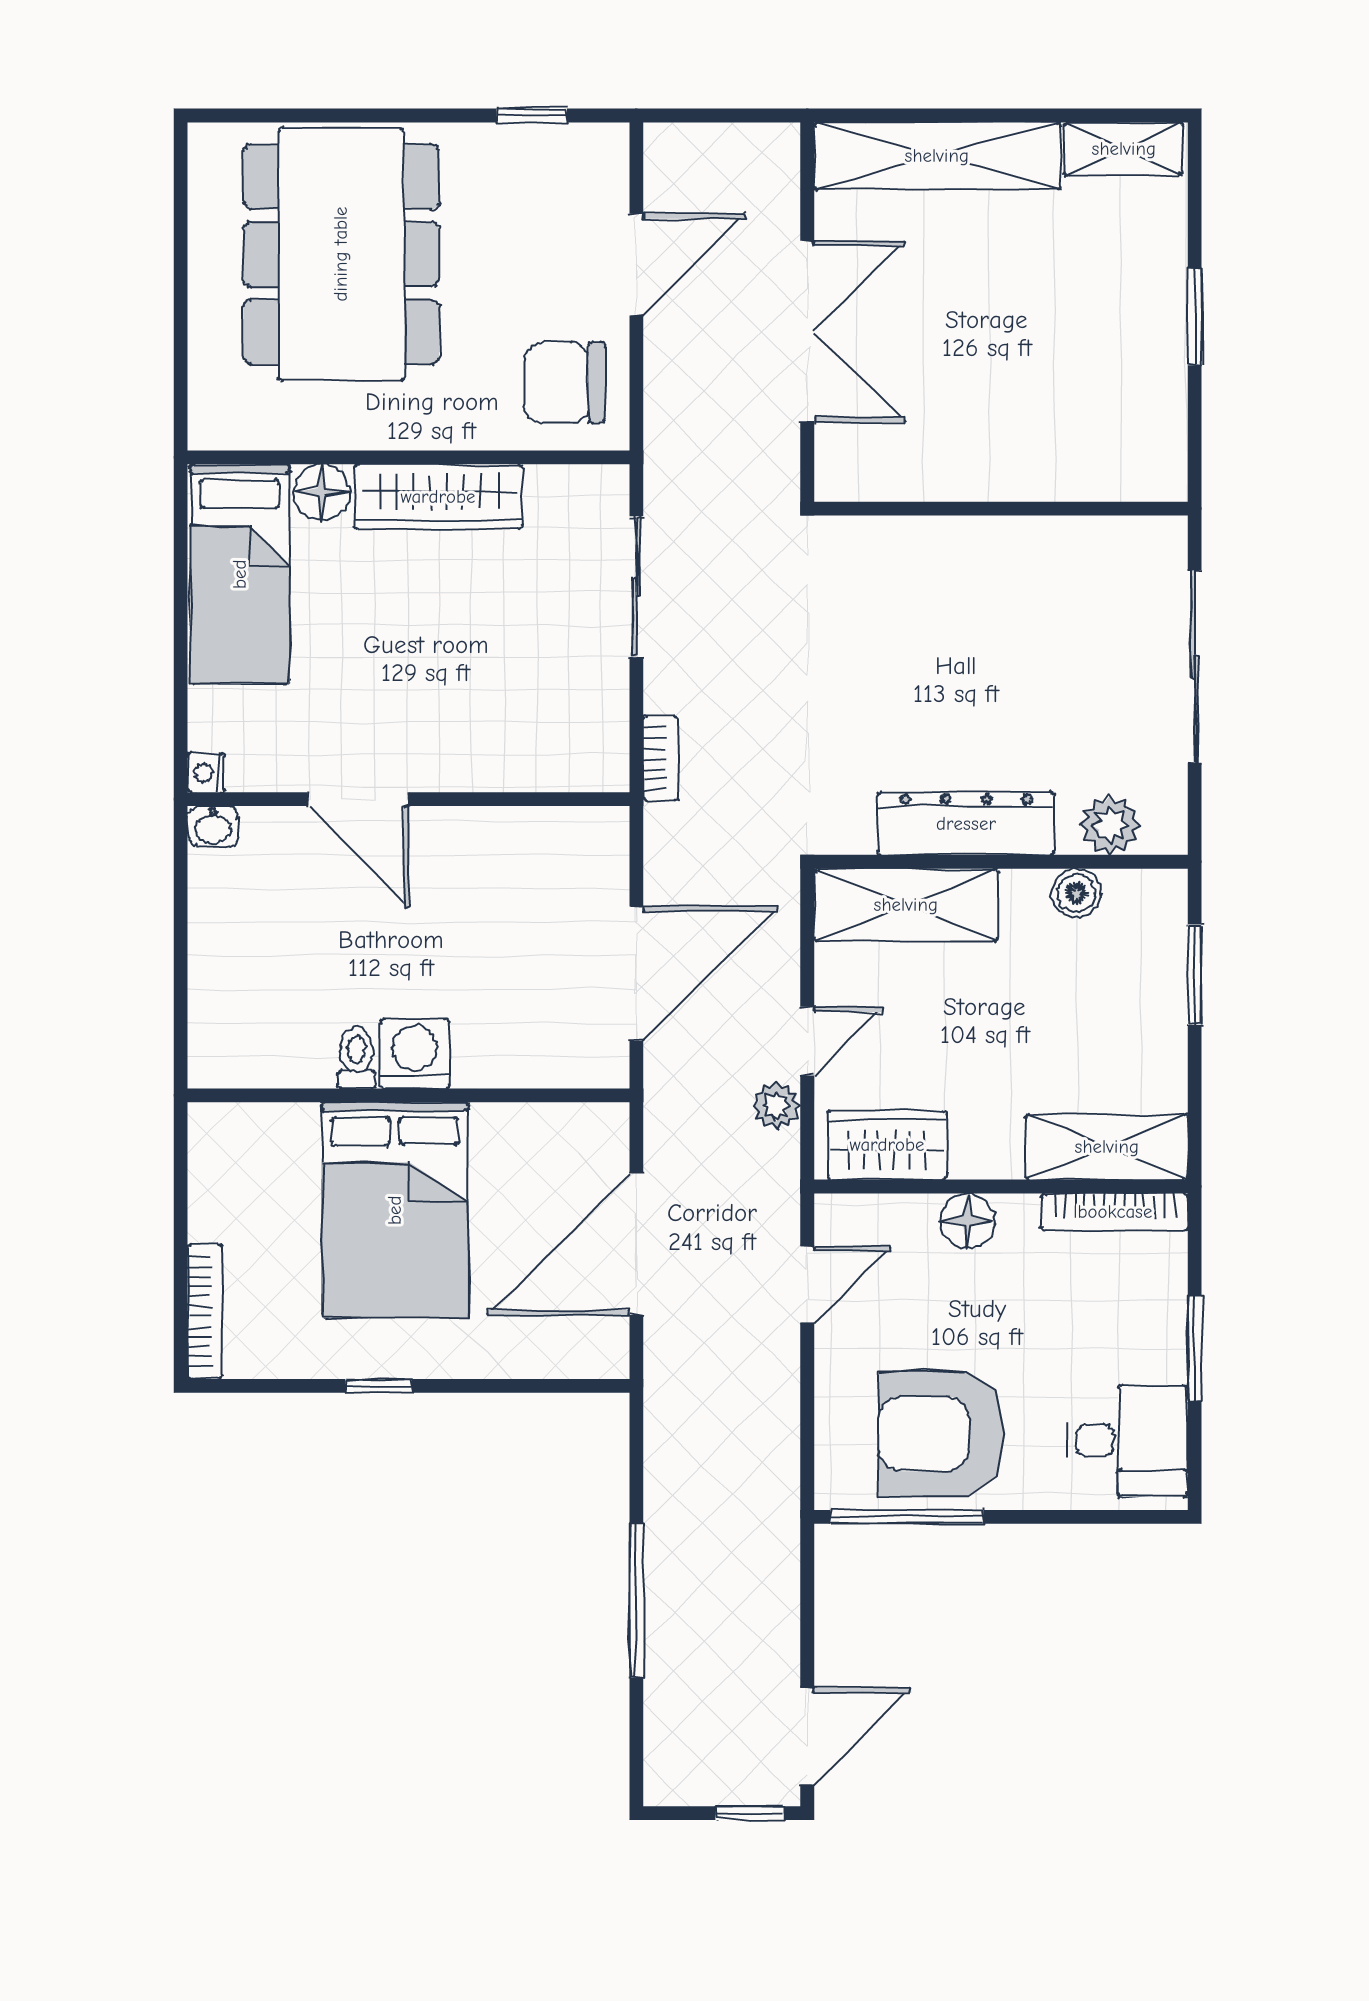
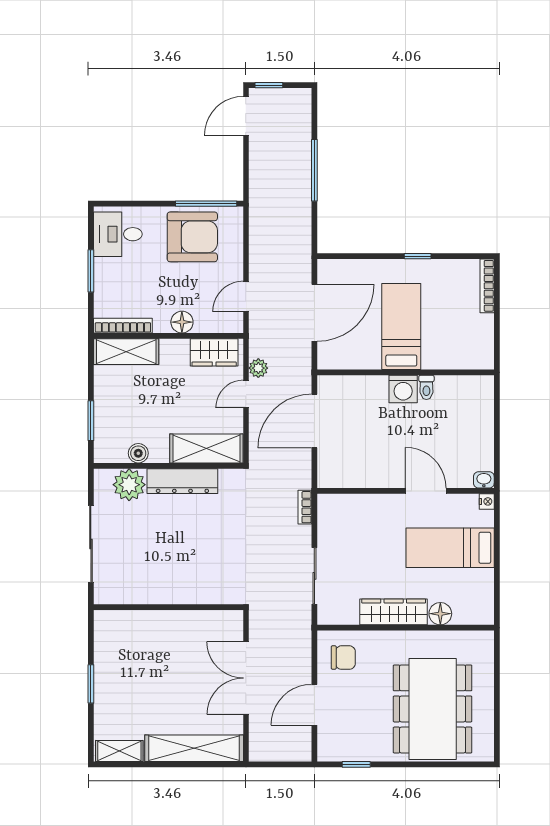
chair: (564, 383) -> (343, 658), width x0.73, depth x0.73
bed: (240, 574) -> (450, 548), moved, turned -90
plant: (1110, 825) -> (129, 485), width x1.36, depth x1.36
bed: (395, 1210) -> (401, 326), width x0.67

